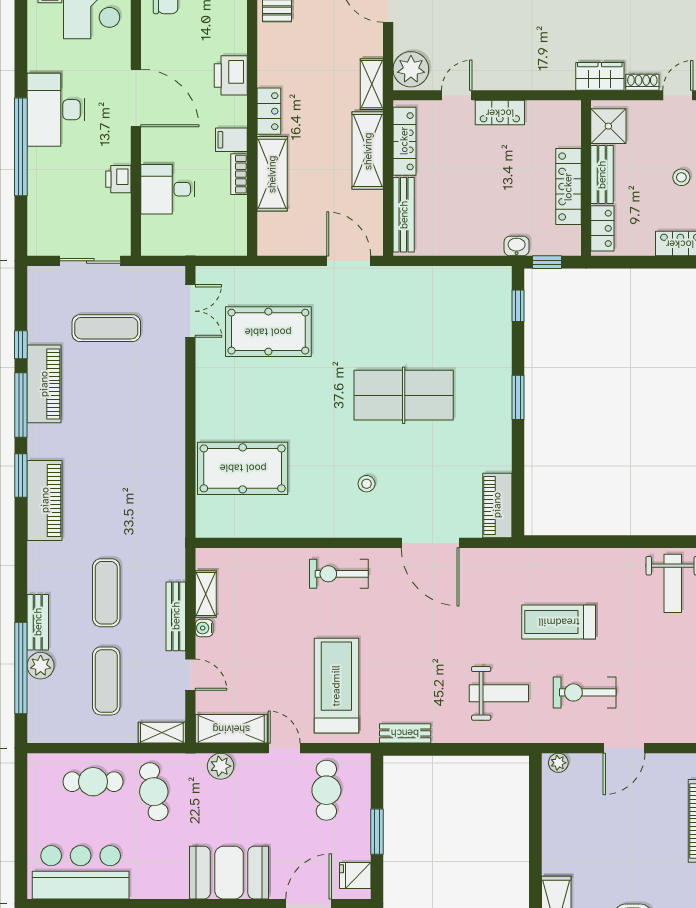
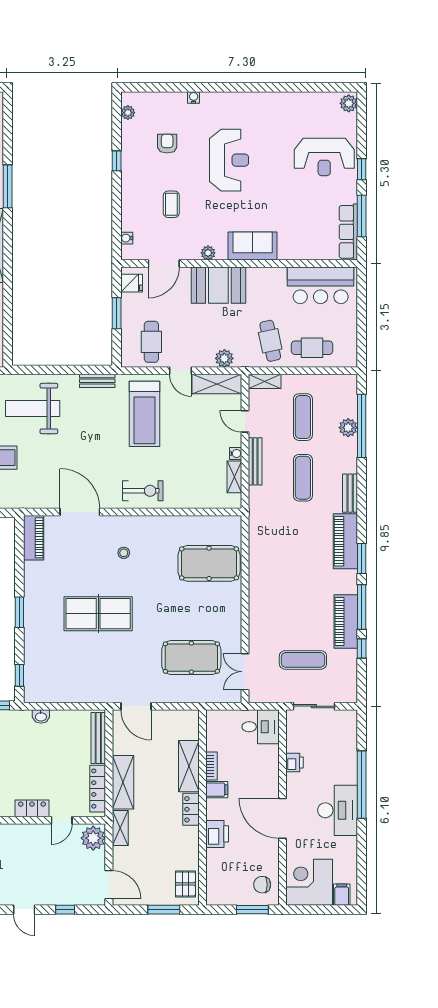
desk: (168, 189) -> (261, 727), moved
washbasin: (517, 246) -> (41, 716), moved
bench: (38, 622) -> (350, 493), moved
weight bench: (499, 693) -> (33, 408), width x1.36, depth x1.33

